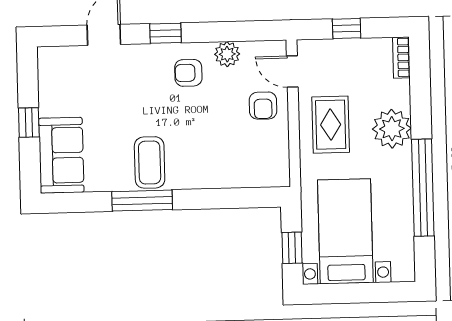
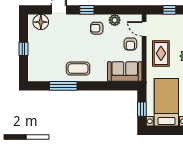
floor lamp: (65, 63) -> (41, 22), added
sofa: (61, 155) -> (125, 71), moved, turned -90
coffee table: (150, 162) -> (78, 69), turned 90
window: (142, 201) -> (63, 86), moved

